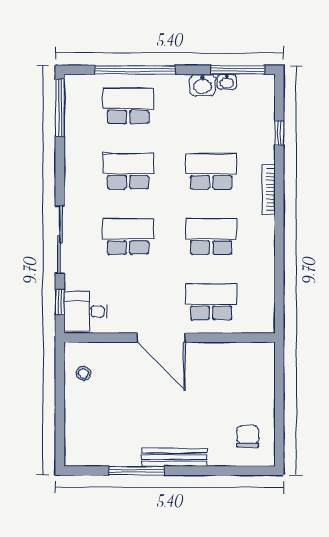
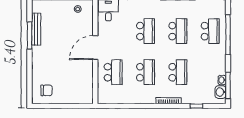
washbasin: (202, 85) -> (220, 92), moved
bench: (174, 457) -> (36, 29), moved

